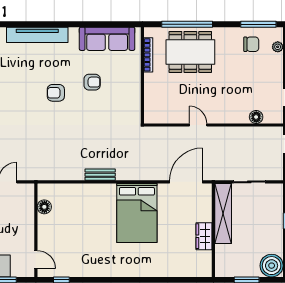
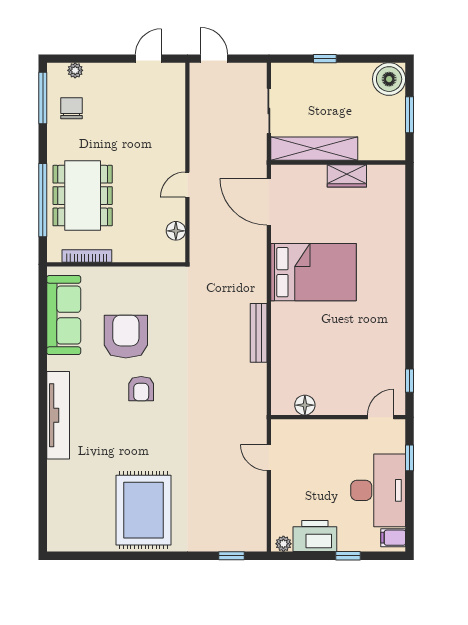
armchair: (92, 82) -> (126, 337), width x1.88, depth x1.88
floor lamp: (256, 117) -> (176, 231), moved
bench: (100, 175) -> (259, 333), width x1.36

